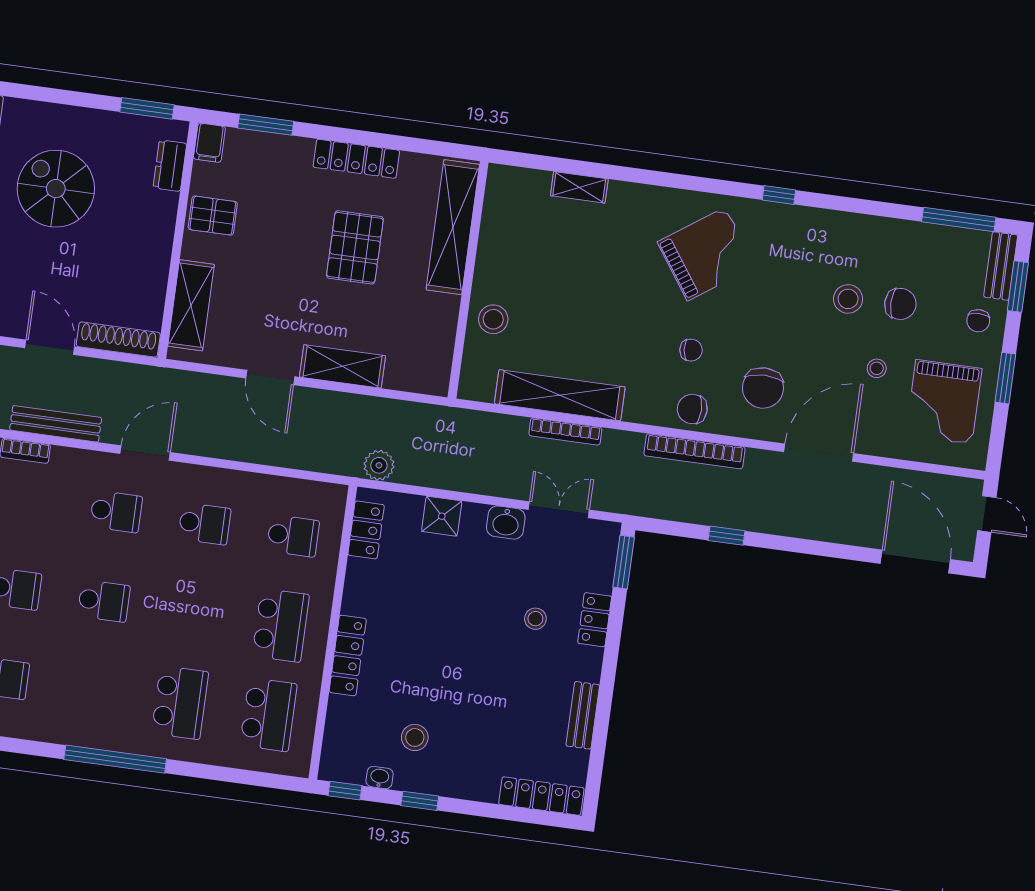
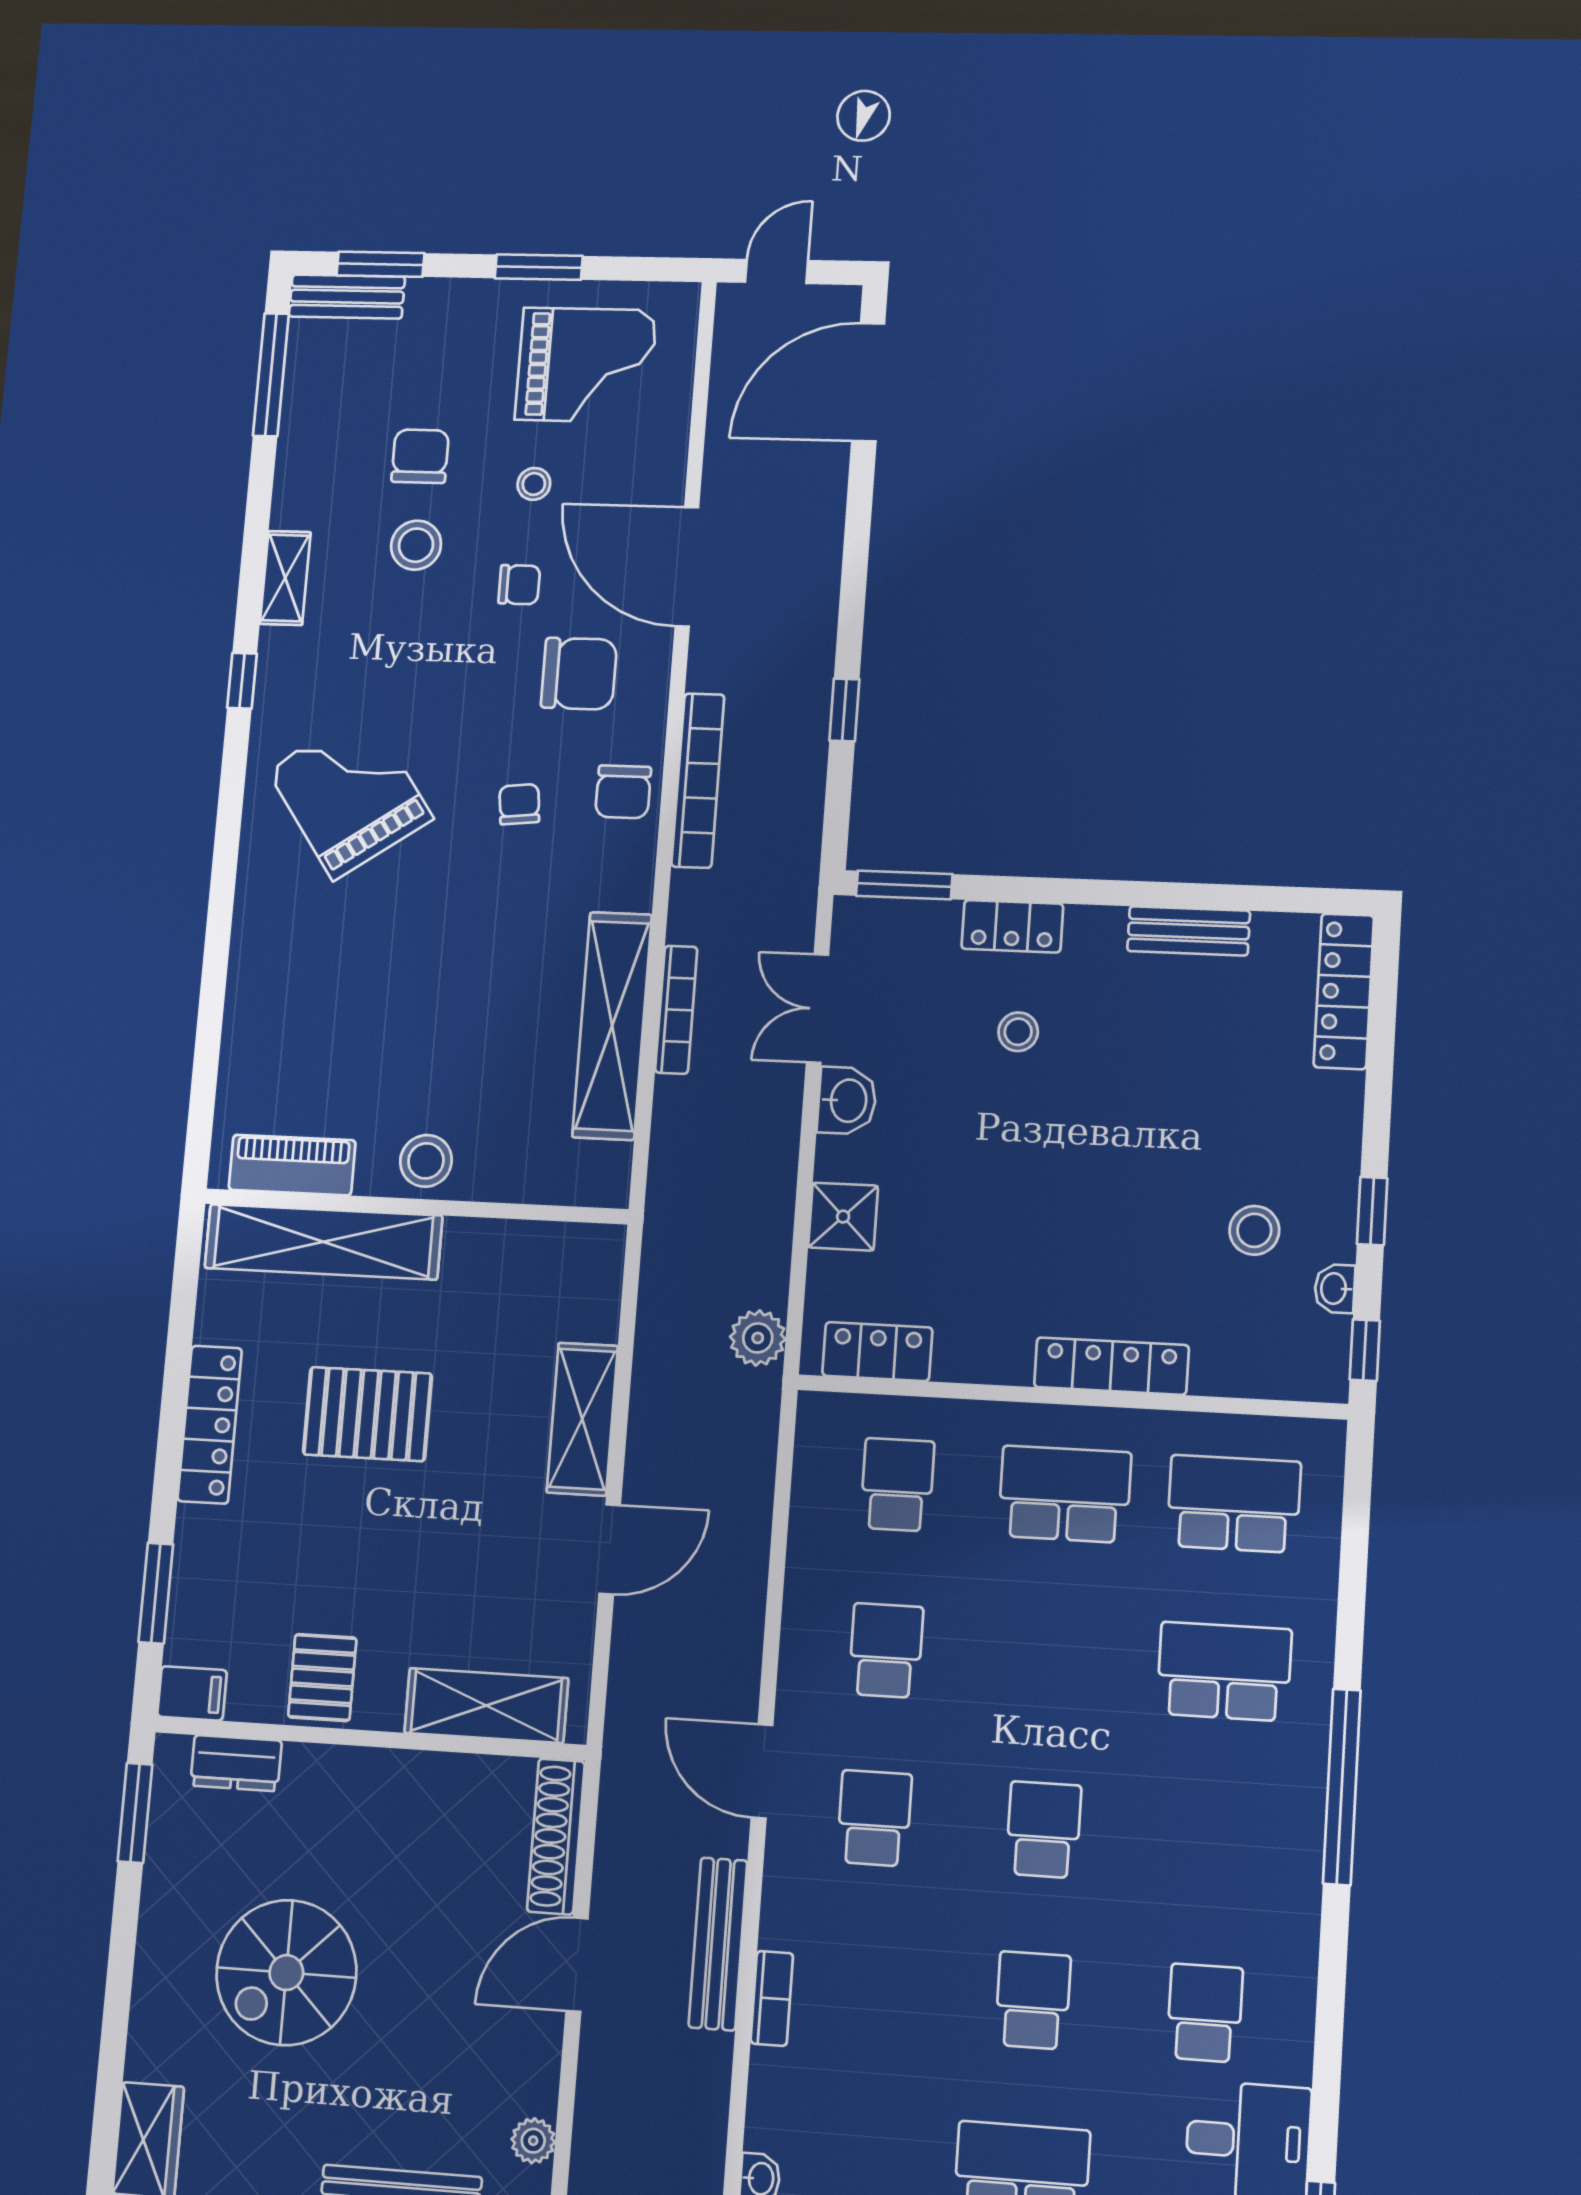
shelving: (579, 187) -> (285, 578), moved
piano: (498, 211) -> (292, 1165), added
stool: (493, 319) -> (426, 1161), moved
chair: (978, 321) -> (519, 585), moved

